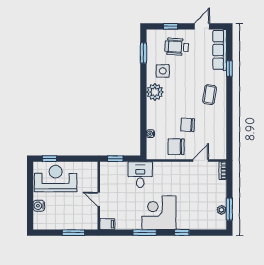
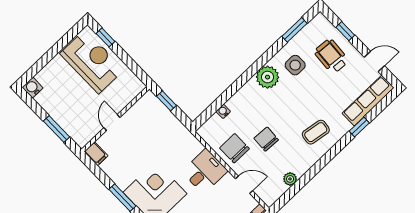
plant: (221, 133) -> (290, 179), added
desk: (140, 175) -> (205, 171), moved
water cooler: (39, 206) -> (33, 88), moved

